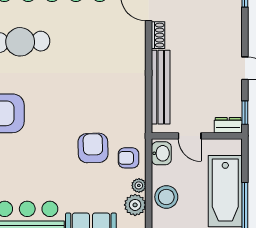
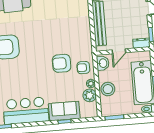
door: (190, 136) -> (119, 51), hinge flipped
armchair: (93, 148) -> (62, 63), turned -88

